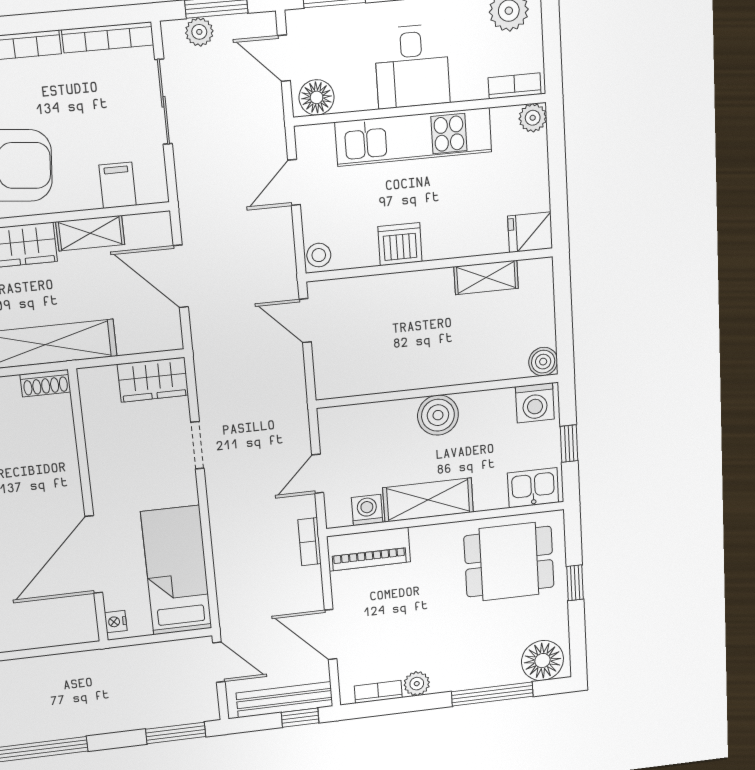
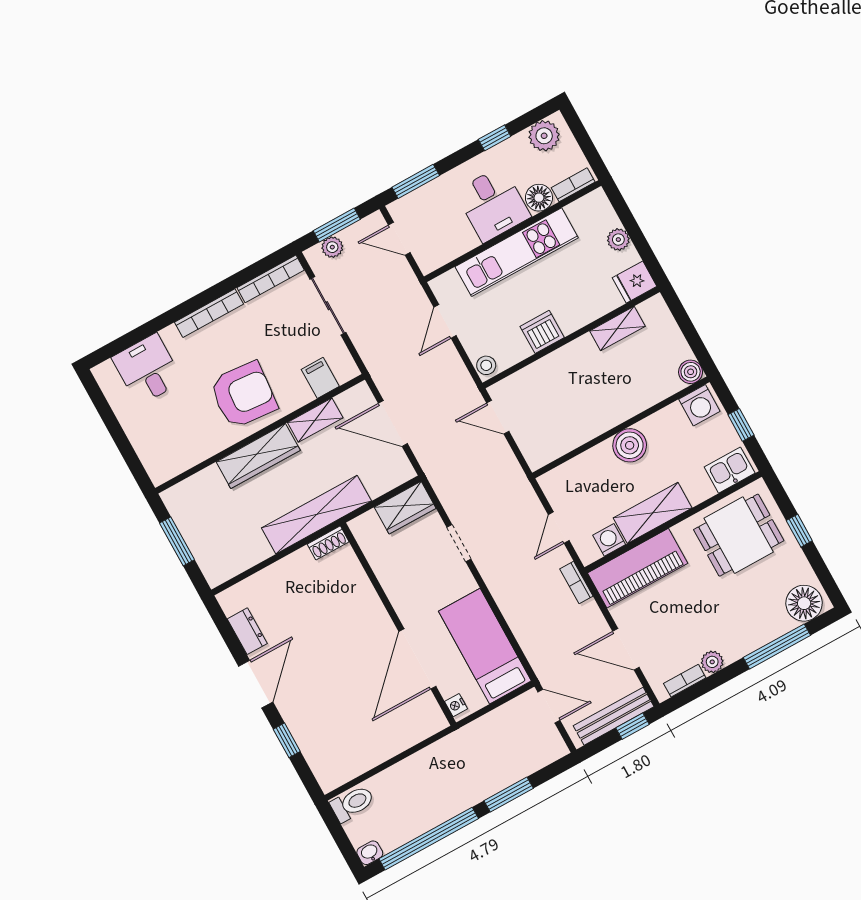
floor lamp: (317, 97) -> (539, 198), moved
plant: (533, 118) -> (618, 240), moved
piano: (369, 549) -> (638, 568), width x1.37, depth x1.33
window: (176, 733) -> (509, 794), moved

